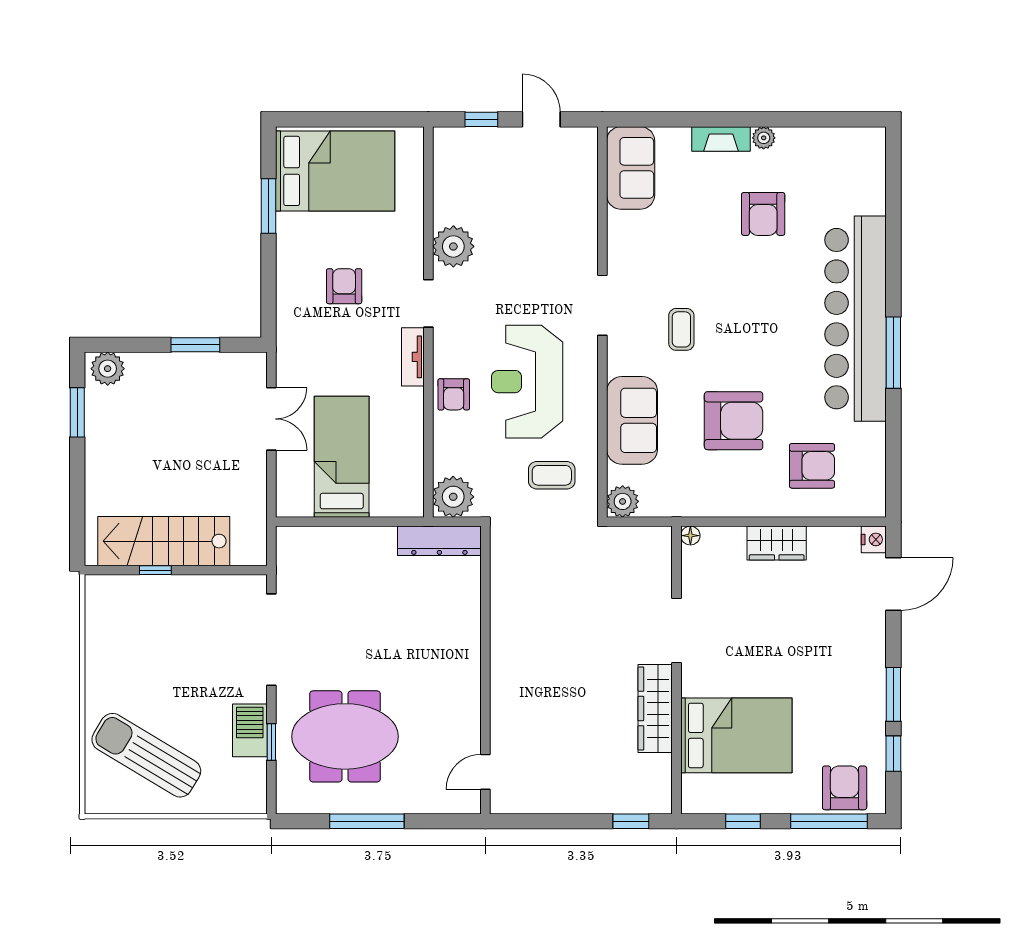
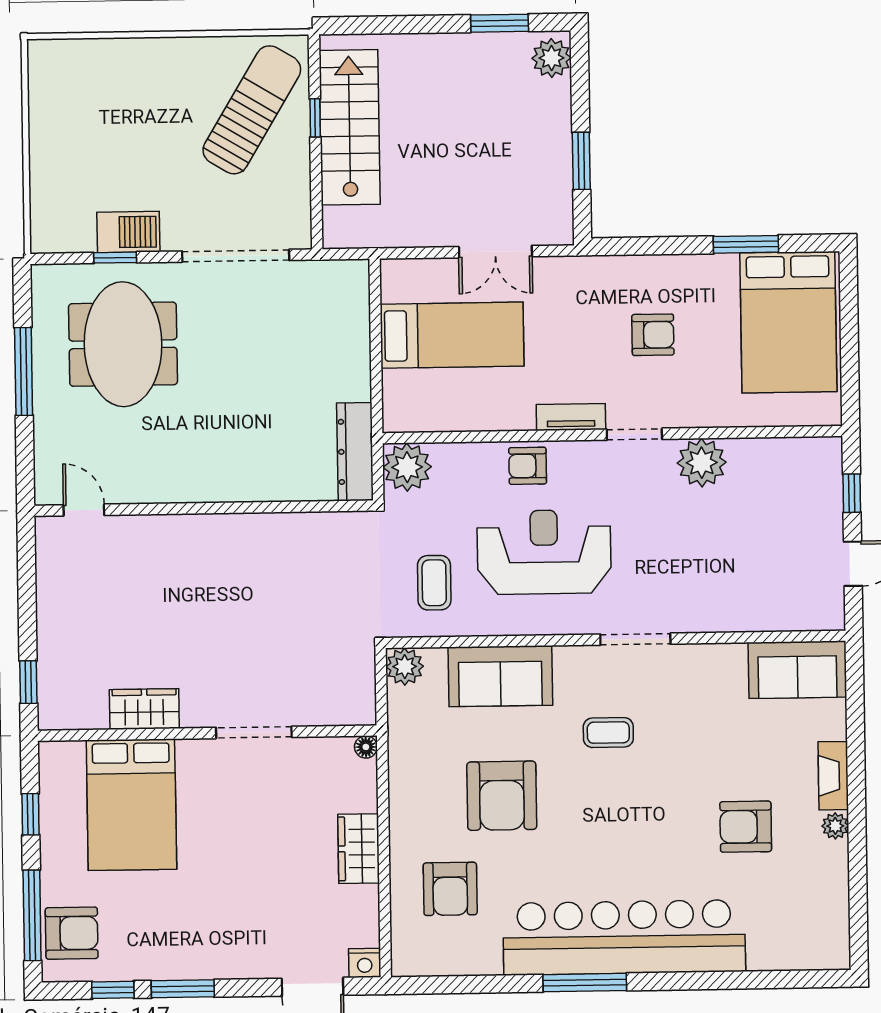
wardrobe: (655, 709) -> (144, 709), width x0.67
sun lounger: (146, 755) -> (252, 110), moved

